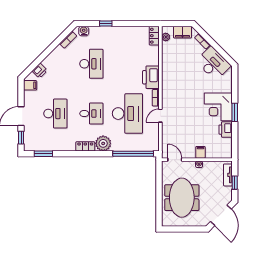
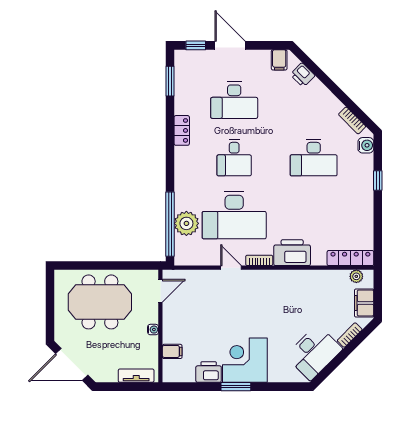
locker: (154, 36) -> (350, 258), width x1.53
plant: (103, 143) -> (186, 223), moved
locker: (85, 146) -> (182, 130), moved
filing cabinet: (200, 152) -> (172, 351), moved
window: (235, 183) -> (124, 387), removed

